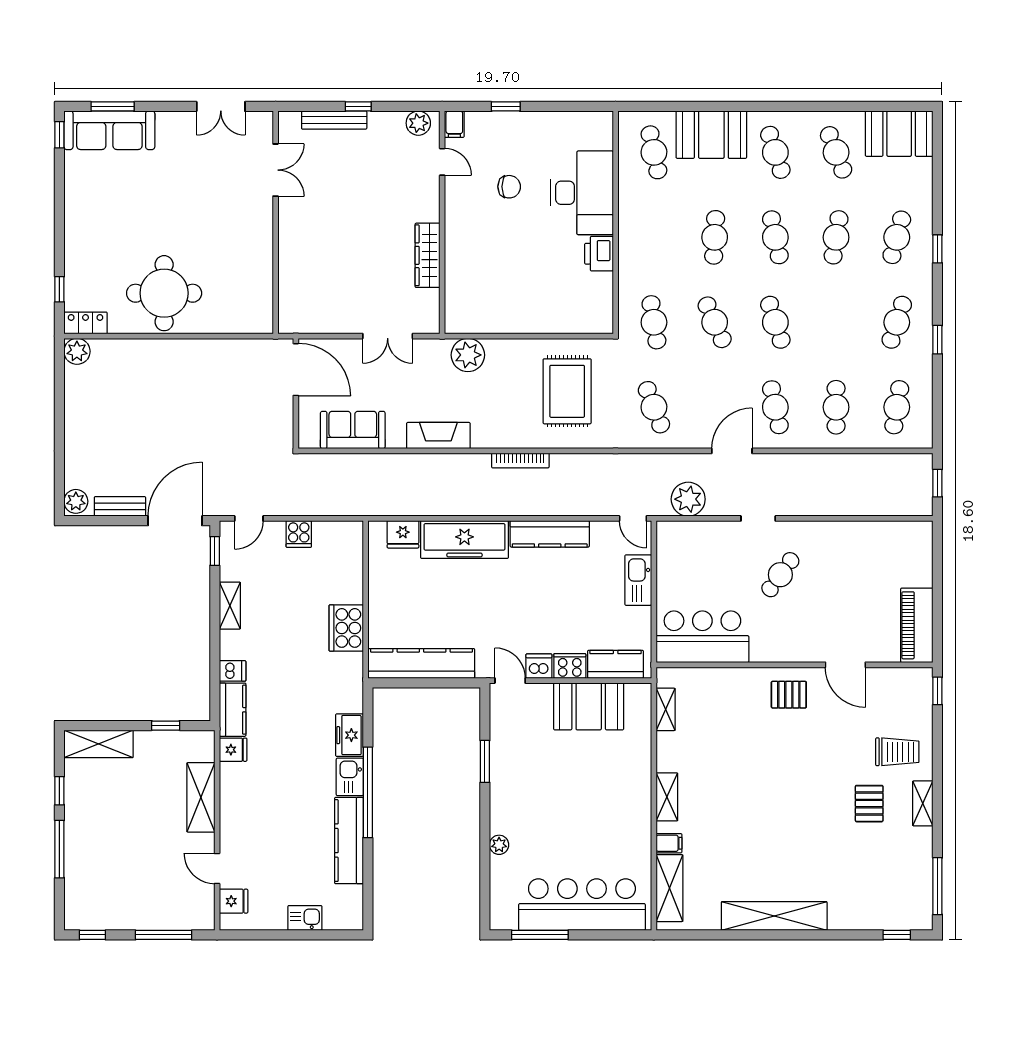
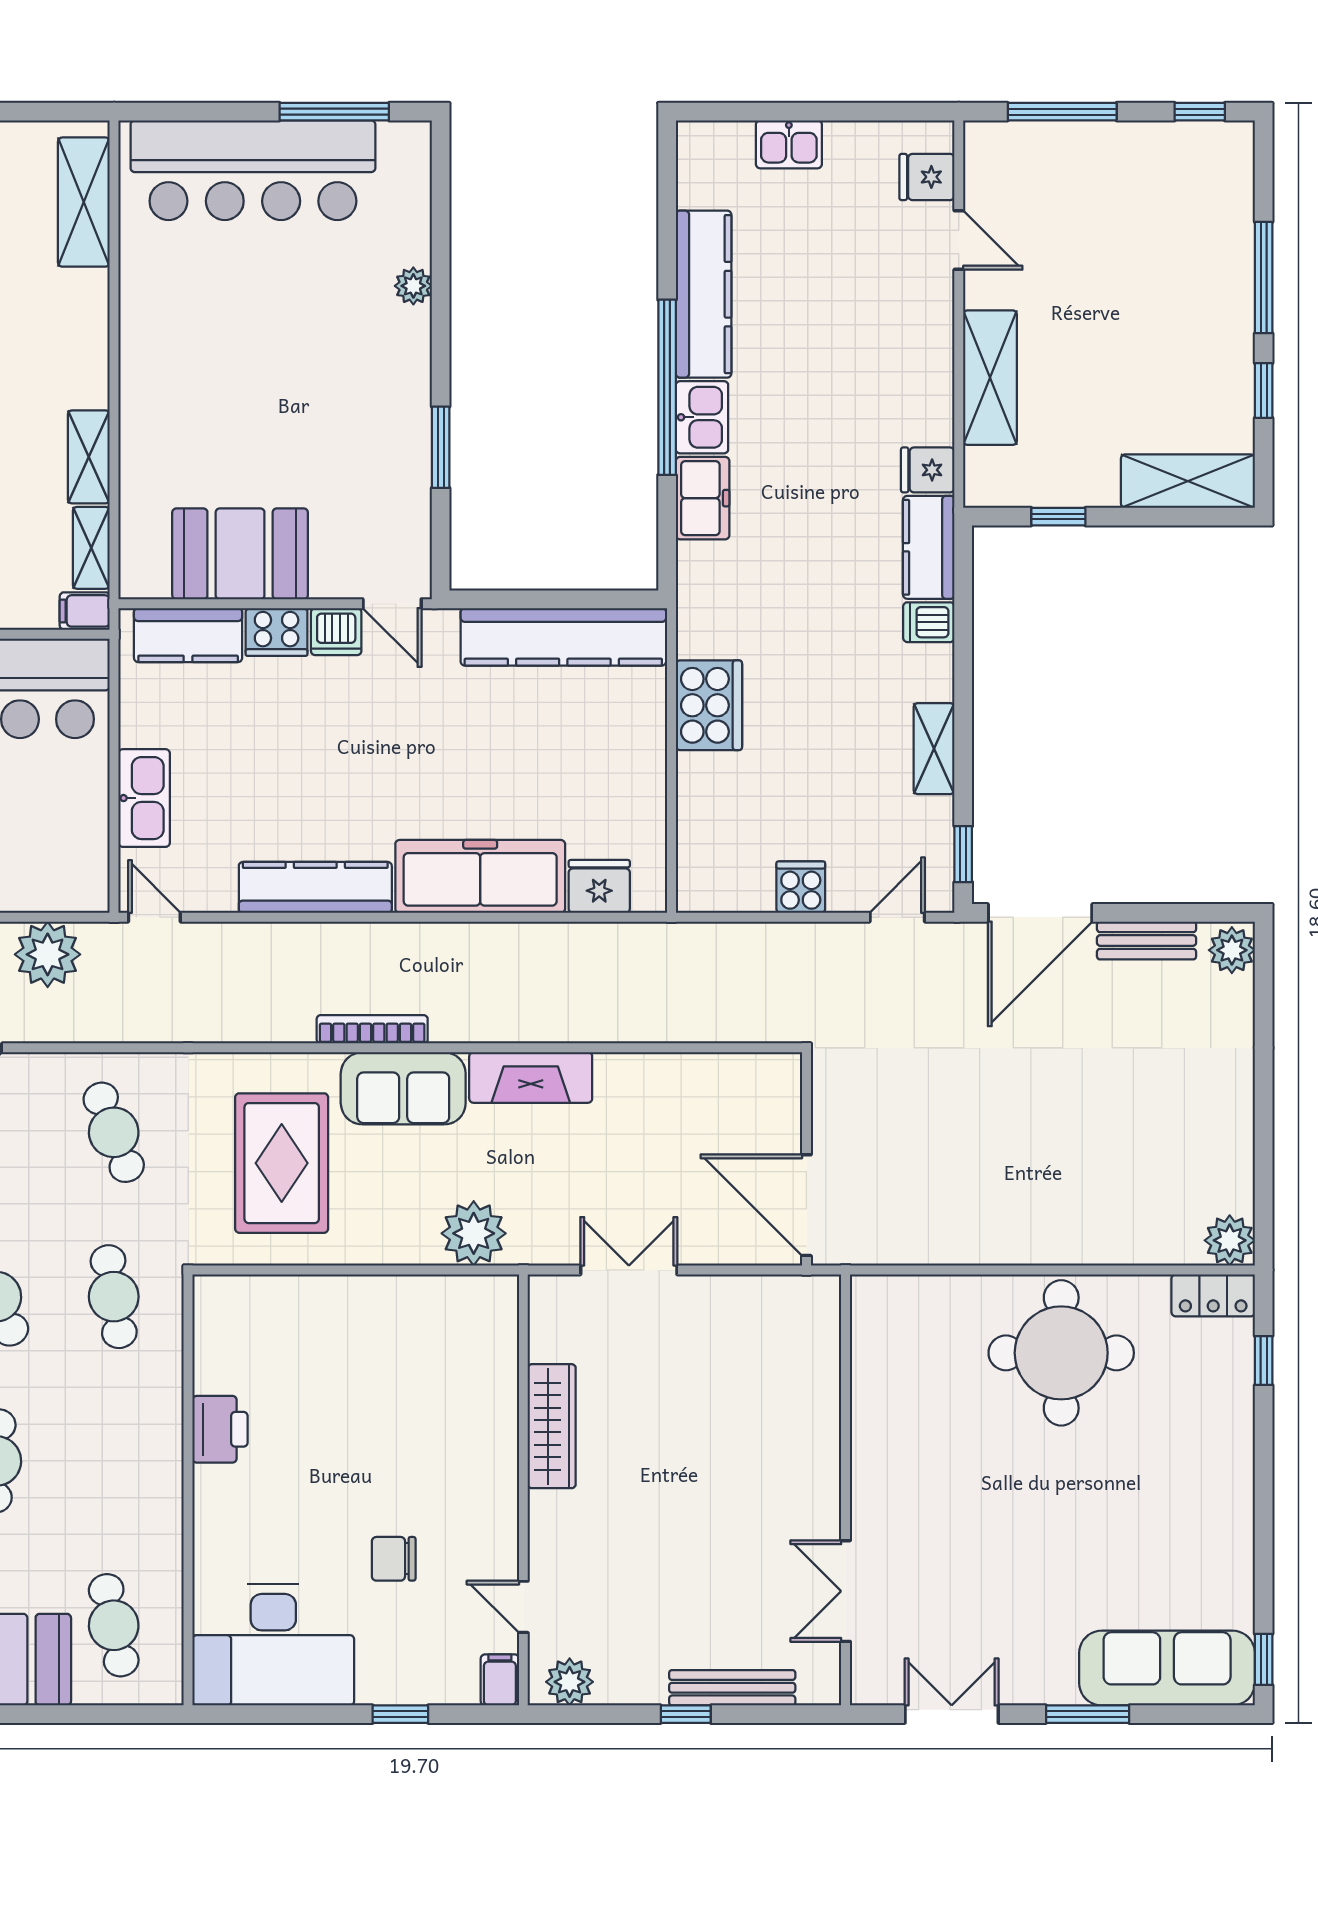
window: (113, 106) -> (1088, 1714), moved
desk: (582, 193) -> (273, 1645), moved, turned -90
sofa: (353, 430) -> (403, 1088), moved
shelving: (667, 797) -> (89, 457), moved
filing cabinet: (669, 843) -> (85, 611), moved

